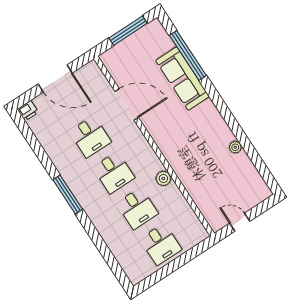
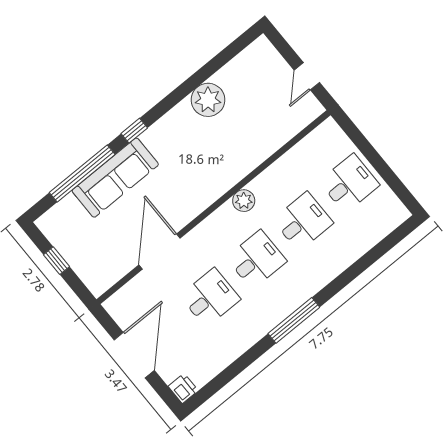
window: (128, 31) -> (56, 261), width x0.46
window: (214, 96) -> (134, 131), added
plant: (235, 147) -> (208, 100), width x1.88, depth x1.88
plant: (163, 179) -> (244, 201), moved

